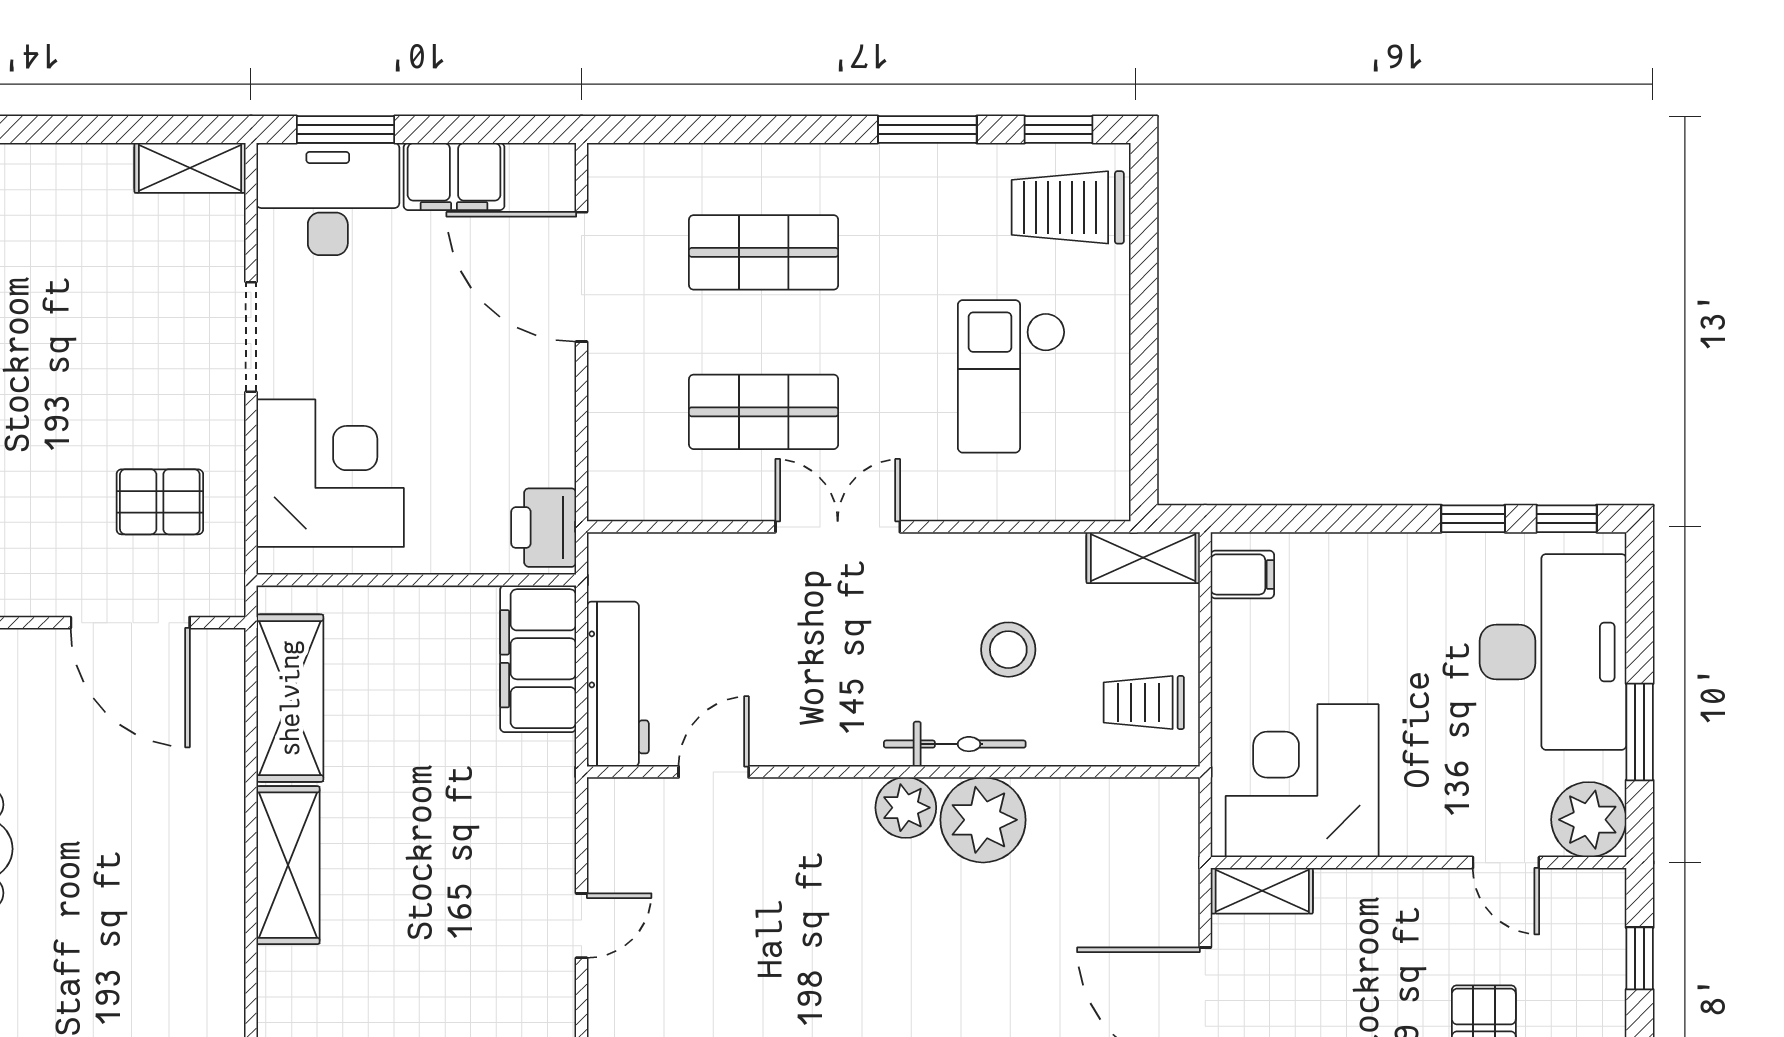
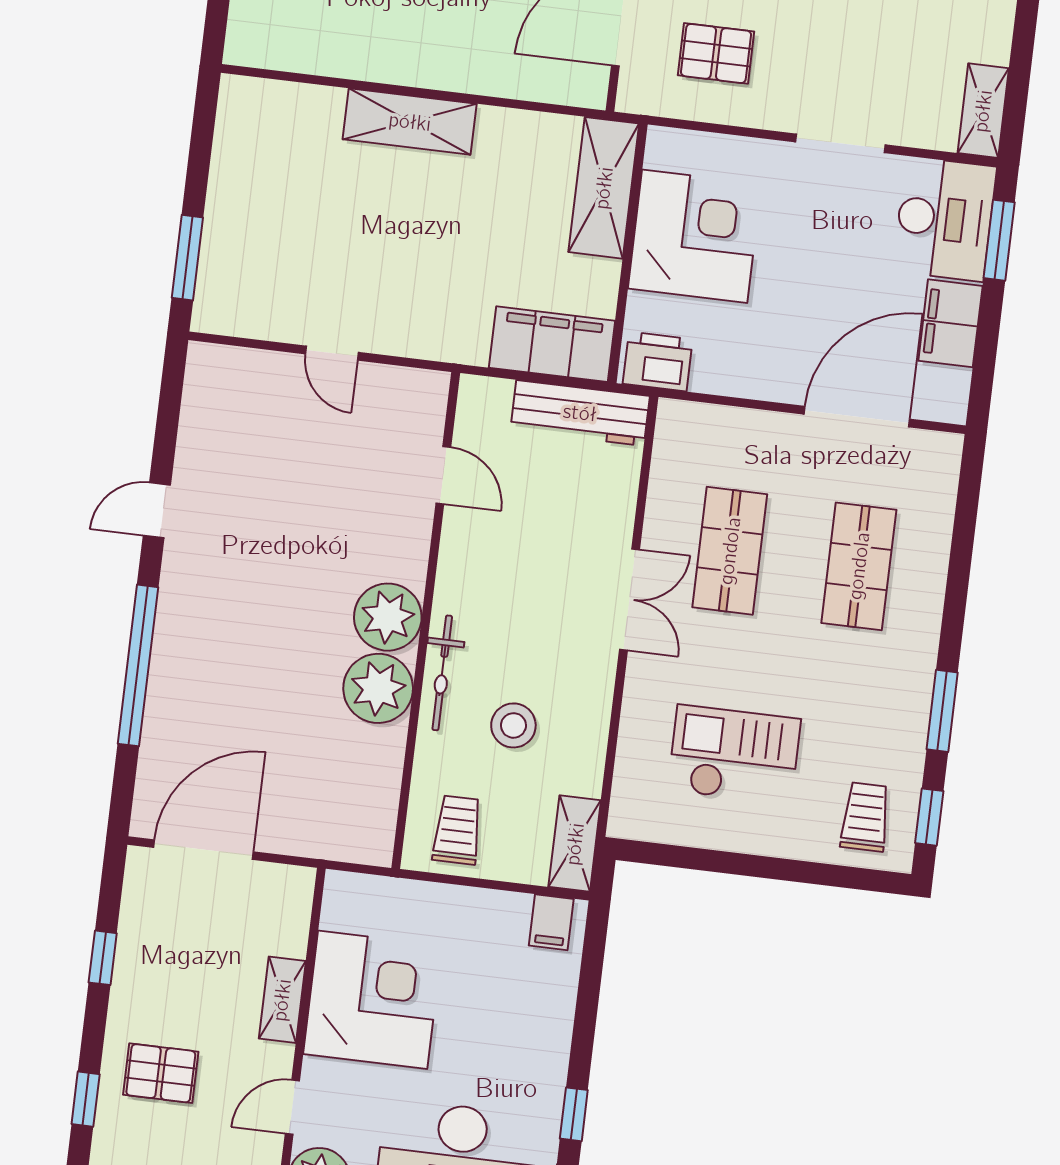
trolley: (1068, 207) -> (865, 817), width x0.73, depth x0.72
corner desk: (330, 473) -> (695, 236), moved, turned -90
pallet: (160, 502) -> (716, 53), turned 90
workbench: (618, 684) -> (580, 413), moved
shelving: (290, 698) -> (604, 188), moved, turned 90
corner desk: (1302, 781) -> (373, 1000), moved
plant: (906, 808) -> (388, 617), width x1.36, depth x1.36
shelving: (1262, 891) -> (282, 1000), moved

